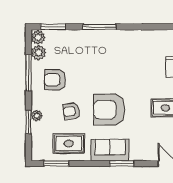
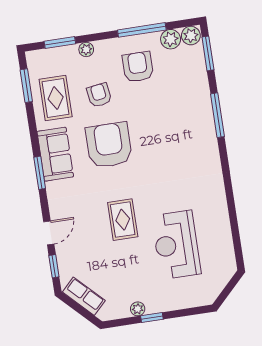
window: (29, 122) -> (60, 43), moved

